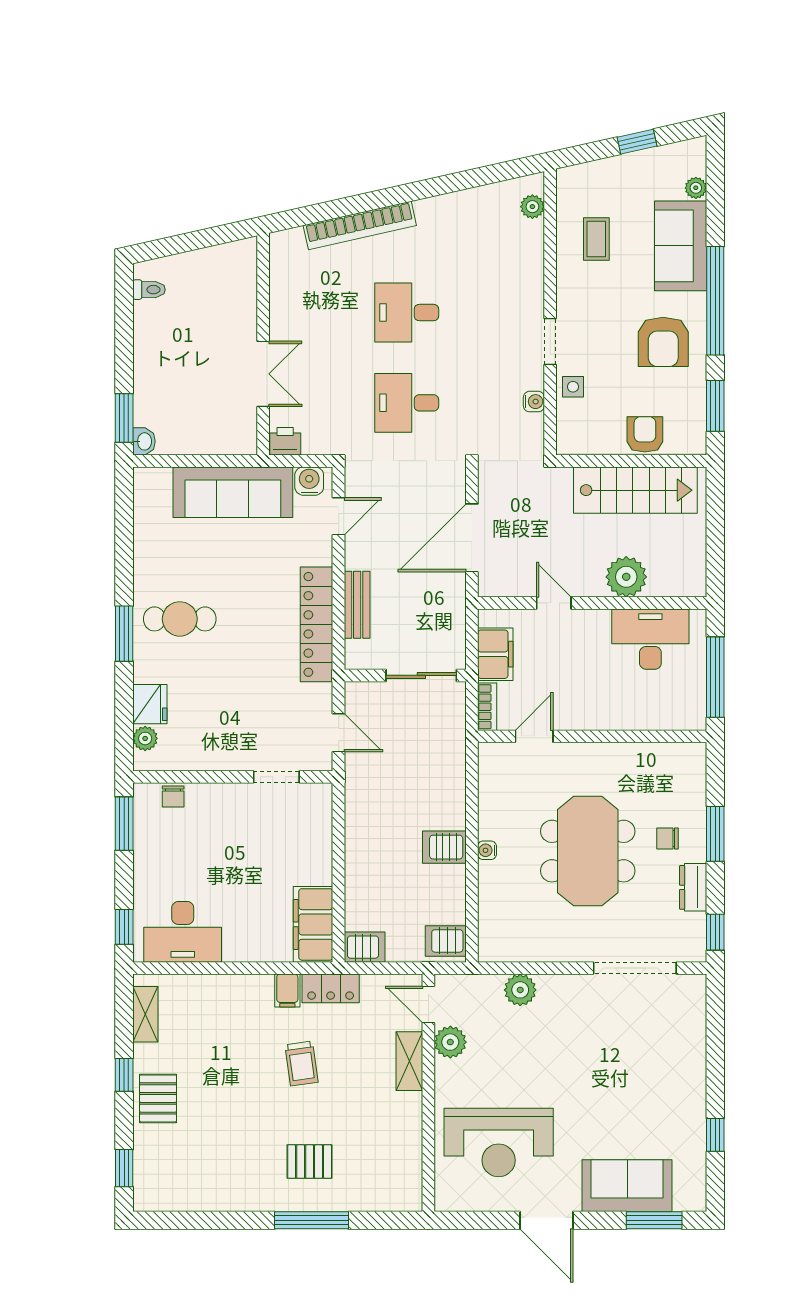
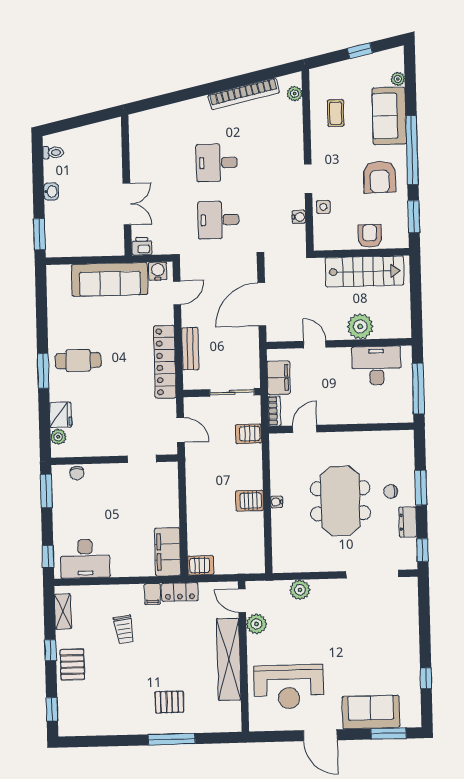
bookcase: (360, 225) -> (244, 94), moved
washbasin: (144, 441) -> (51, 191), moved
server rack: (446, 941) -> (249, 434), moved
shelving: (409, 1061) -> (229, 659), width x2.20, depth x1.33
trolley: (302, 1064) -> (124, 629), moved

